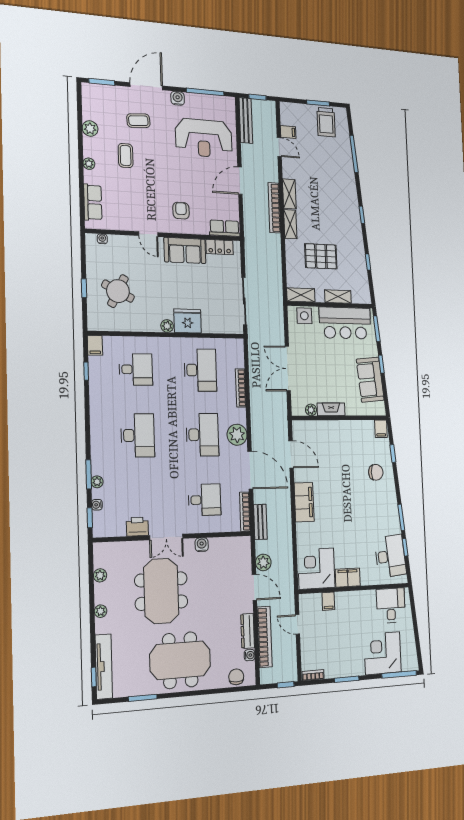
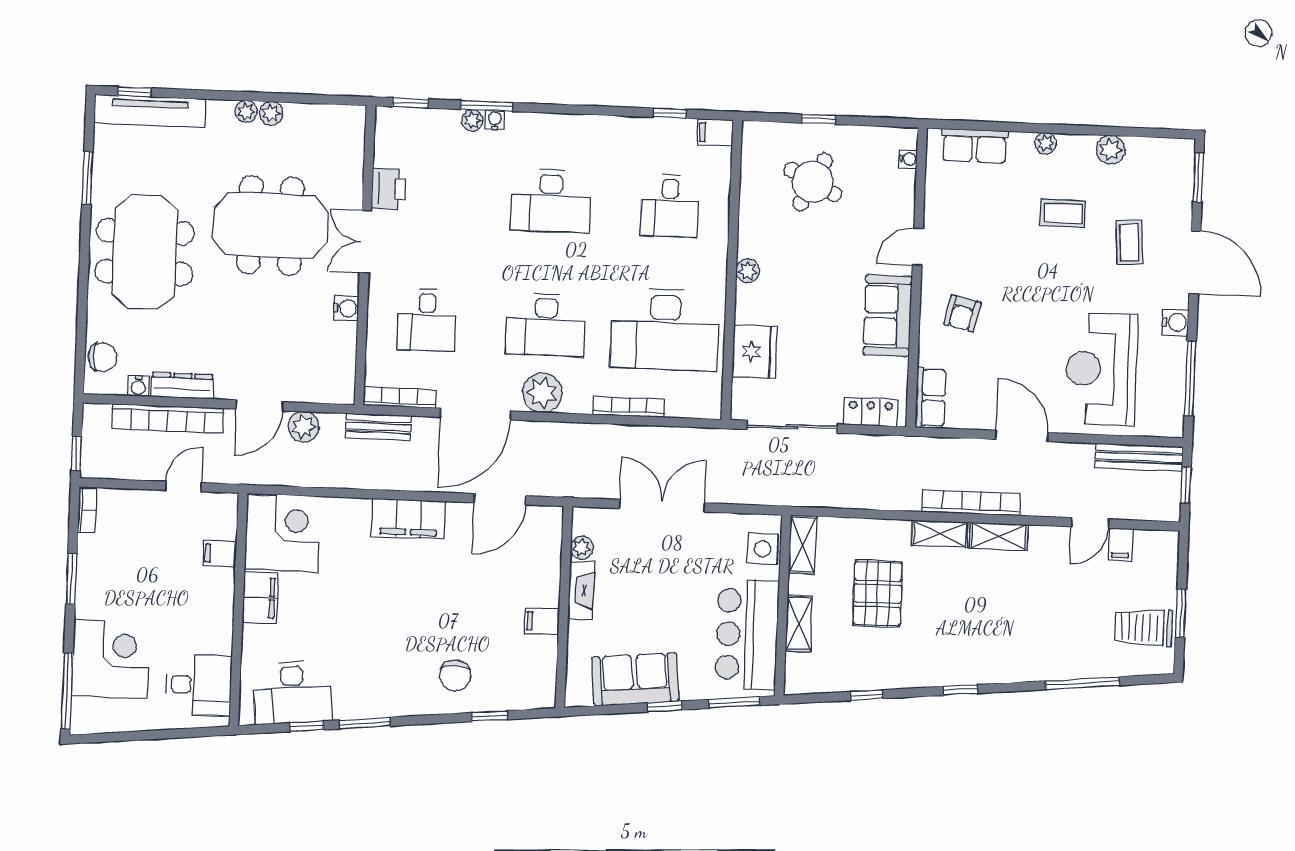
armchair: (181, 211) -> (962, 313), turned 103
locker: (220, 247) -> (871, 412), moved, turned 90
fridge: (188, 321) -> (755, 352), moved
desk: (200, 370) -> (665, 329), width x1.36, depth x1.30
filing cabinet: (381, 429) -> (542, 621), moved
water cooler: (97, 505) -> (495, 120), moved
plant: (100, 575) -> (271, 113), moved

